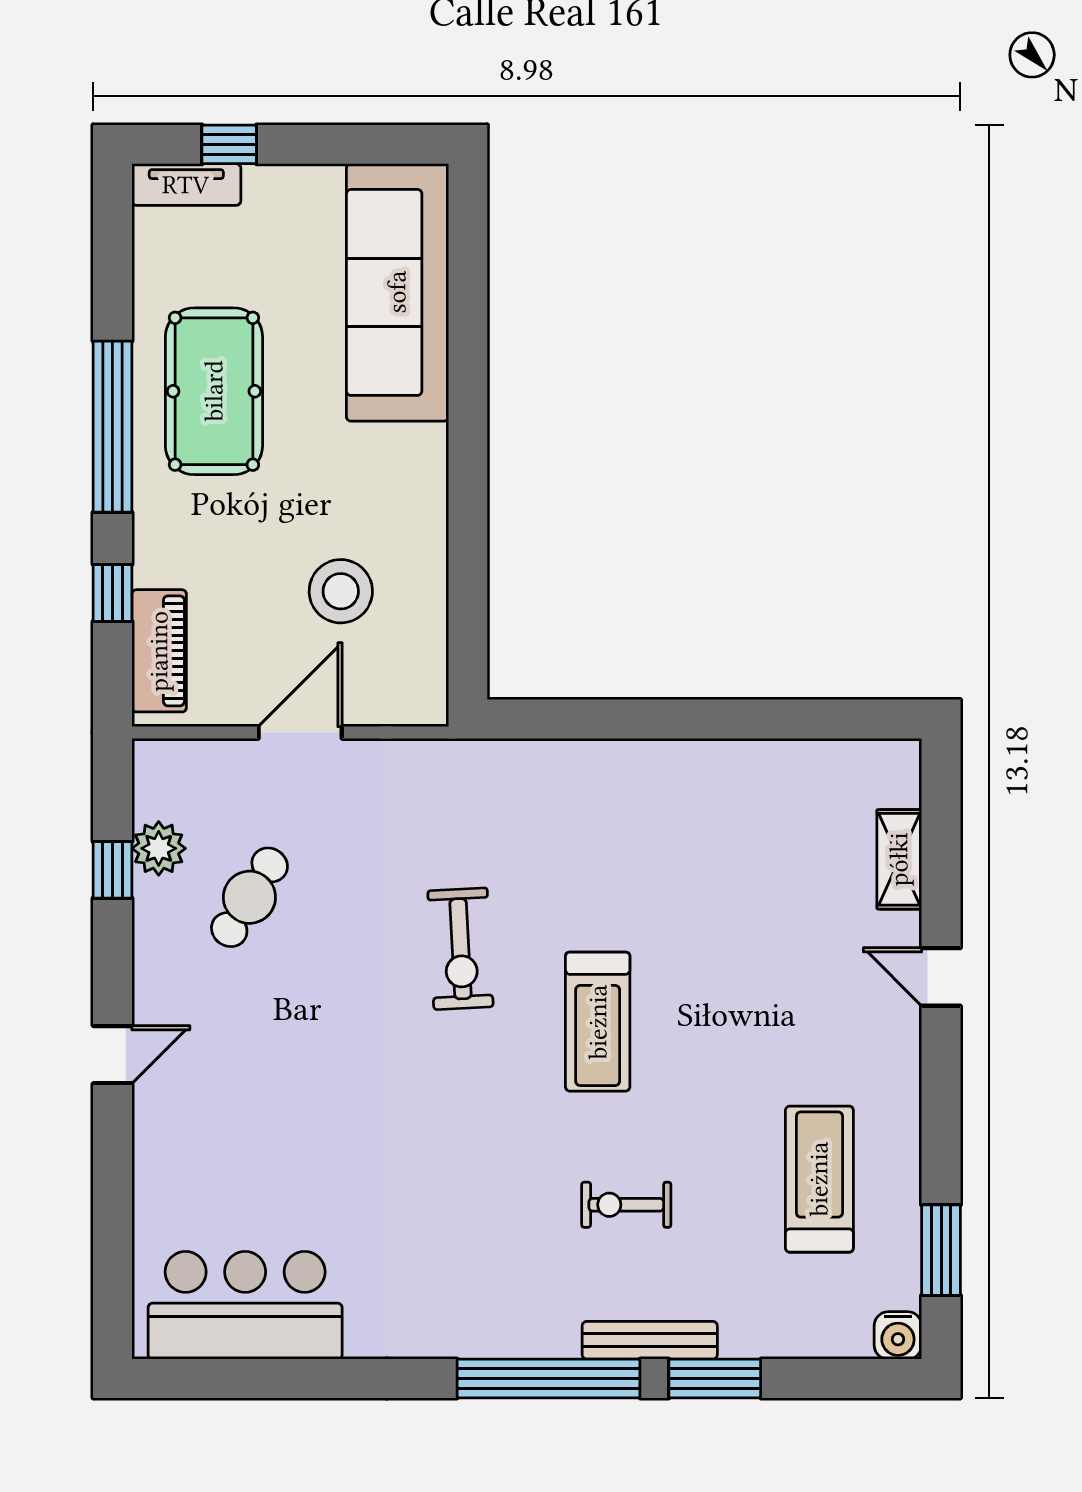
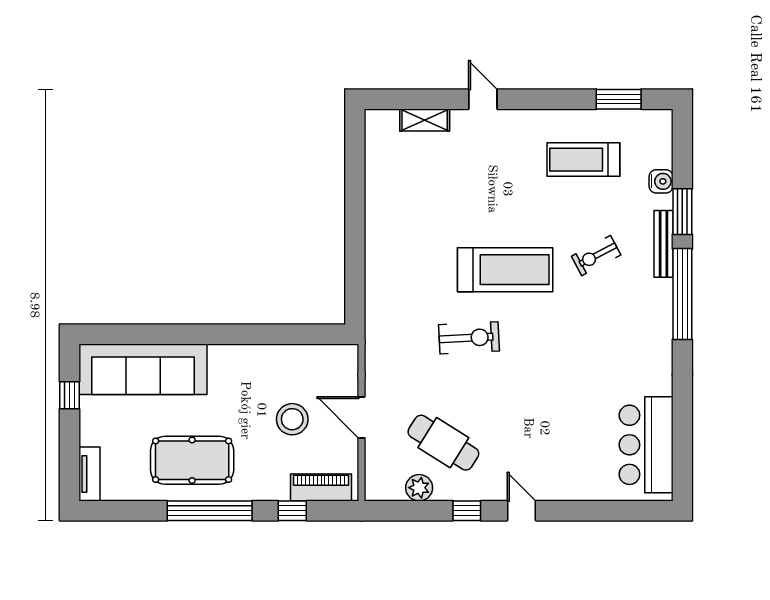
window: (229, 144) -> (70, 395), moved
stool: (341, 591) -> (292, 419), moved
window: (112, 870) -> (467, 511), moved
cafe table: (249, 897) -> (443, 443), width x1.37, depth x1.35
door: (941, 977) -> (483, 99), swing flipped
treadmill: (598, 1022) -> (505, 270), width x1.37, depth x1.37
exercise bike: (626, 1205) -> (596, 256), turned 62
water cooler: (898, 1335) -> (661, 181), moved

